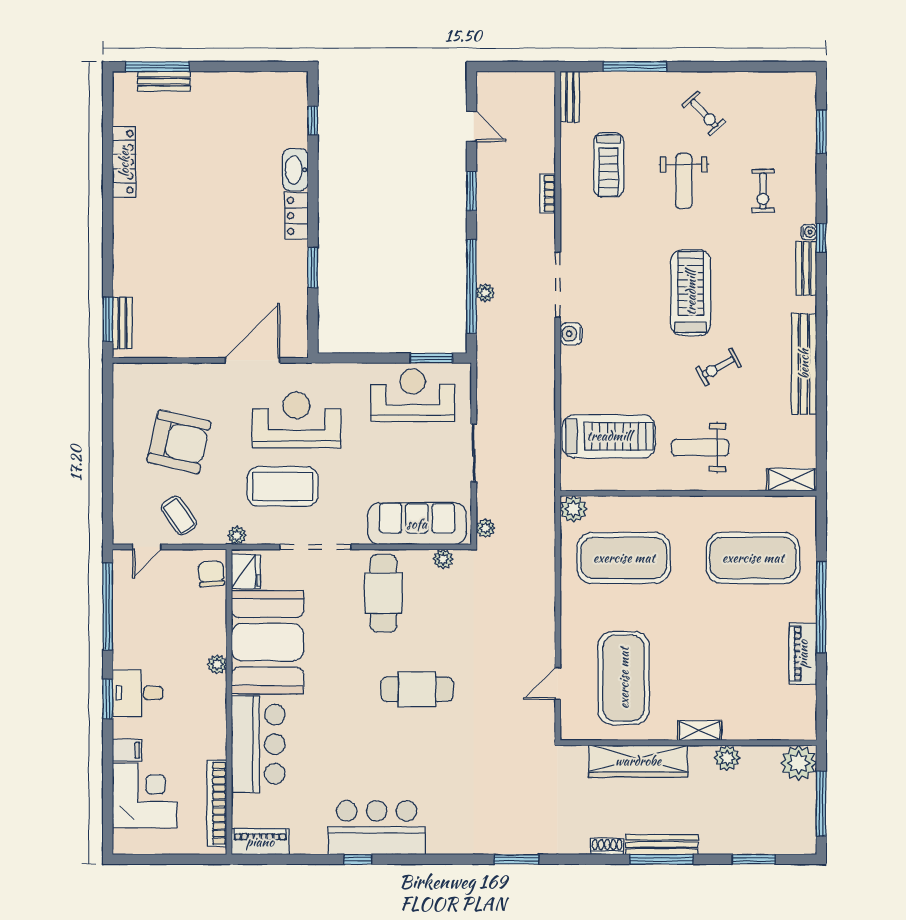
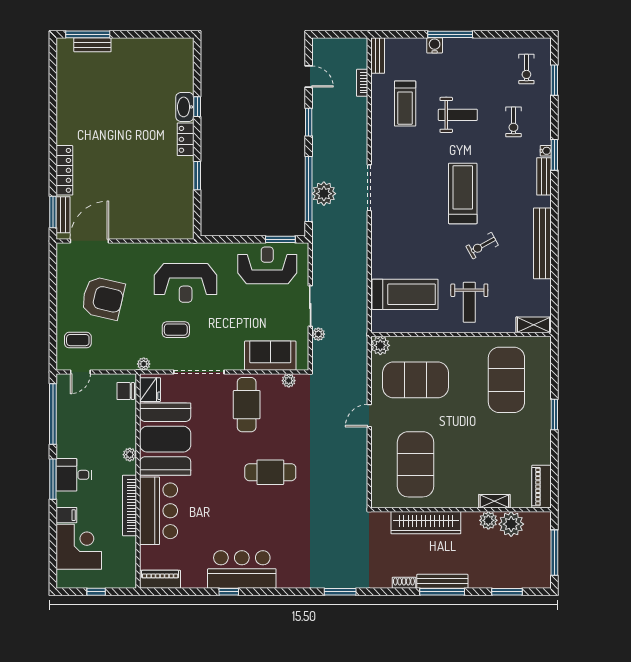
window: (635, 67) -> (450, 34), moved
exercise bike: (704, 113) -> (526, 69), moved, turned 43
window: (313, 121) -> (197, 107), moved
locker: (124, 162) -> (64, 170), moved
weight bench: (684, 181) -> (458, 115), turned -90
bookcase: (548, 194) -> (362, 83), moved
window: (821, 238) -> (554, 155), width x1.50
plant: (485, 293) -> (324, 194), width x1.88, depth x1.88
water cooler: (571, 334) -> (435, 45), moved, turned 90
door: (252, 360) -> (89, 241), moved
reception desk: (296, 420) -> (186, 283), turned 180
weight bench: (700, 448) -> (469, 302), turned -90
coffee table: (283, 486) -> (176, 330), width x0.54, depth x0.58
coffee table: (179, 515) -> (78, 340), moved, turned -55
sofa: (417, 524) -> (270, 356), width x0.73
plant: (485, 528) -> (318, 334), moved
exercise mat: (753, 558) -> (506, 380), turned 90
chair: (211, 574) -> (126, 391), turned -85
window: (821, 607) -> (554, 414), width x0.47
piano: (803, 654) -> (542, 487), moved
door: (558, 684) -> (369, 416), moved
window: (108, 699) -> (53, 479), width x1.44
shelving: (700, 731) -> (494, 501), moved
plant: (799, 763) -> (511, 524), moved
bookcase: (217, 803) -> (130, 505), moved
window: (169, 859) -> (96, 592), added

